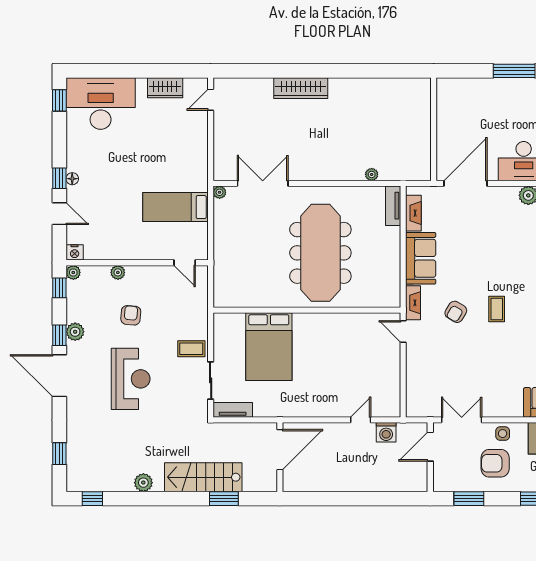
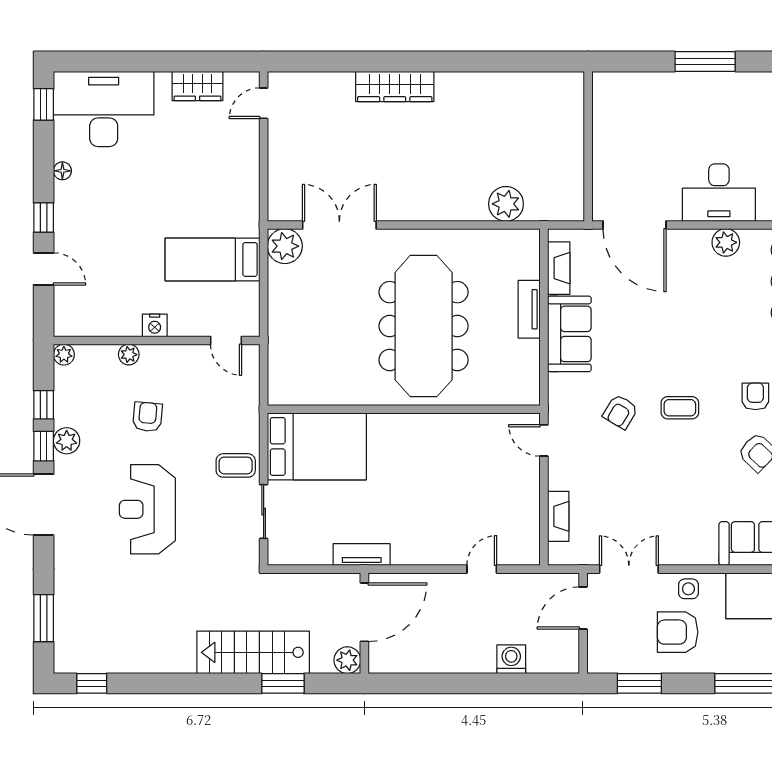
plant: (372, 174) -> (506, 204), width x1.87, depth x1.87
floor lamp: (72, 179) -> (62, 171), moved
door: (466, 183) -> (635, 225), swing flipped
plant: (220, 192) -> (285, 246), width x1.88, depth x1.88
tv unit: (393, 206) -> (529, 309), moved
nightstand: (75, 252) -> (155, 325), moved
window: (59, 288) -> (44, 405), moved
fireplace: (413, 303) -> (558, 516), moved
coffee table: (497, 309) -> (680, 408), turned 90
bed: (269, 347) -> (317, 446), moved, turned -90
reception desk: (131, 379) -> (147, 509), turned 180
tv unit: (233, 410) -> (362, 555), moved
washing machine: (386, 432) -> (511, 659), moved, turned 180
window: (59, 454) -> (44, 618), width x1.50
plant: (143, 483) -> (347, 660), moved

